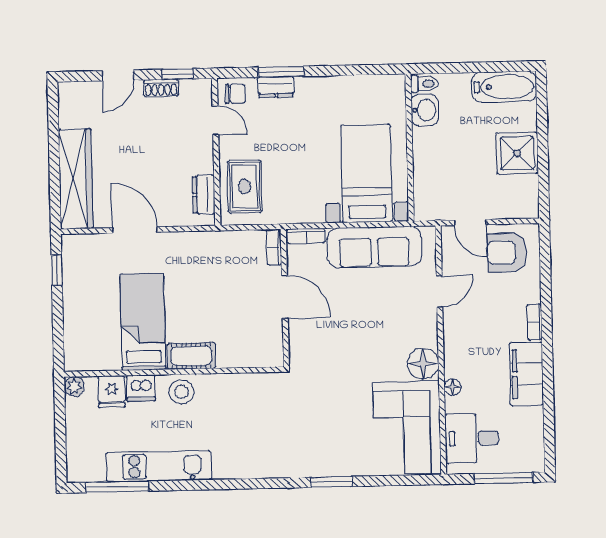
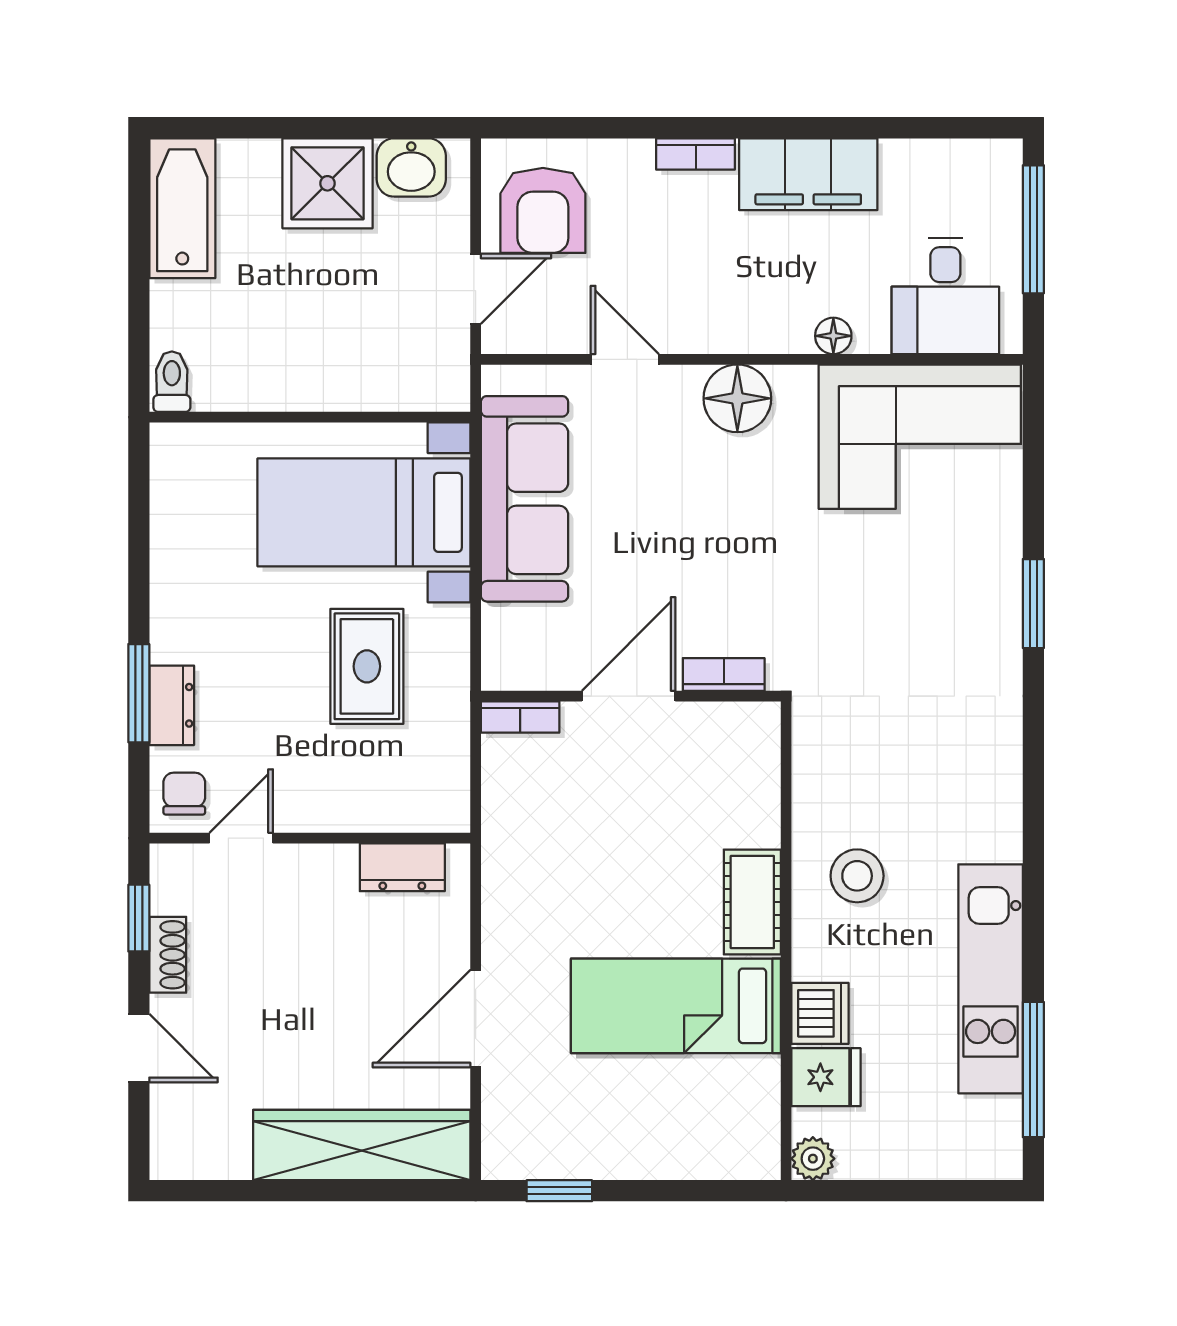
washbasin: (425, 110) -> (411, 167), moved, turned 180
rug: (245, 187) -> (367, 666), moved, turned 90
bookcase: (306, 236) -> (724, 674), moved, turned -90
floor lamp: (423, 364) -> (737, 398), moved
stool: (181, 392) -> (857, 876), moved

